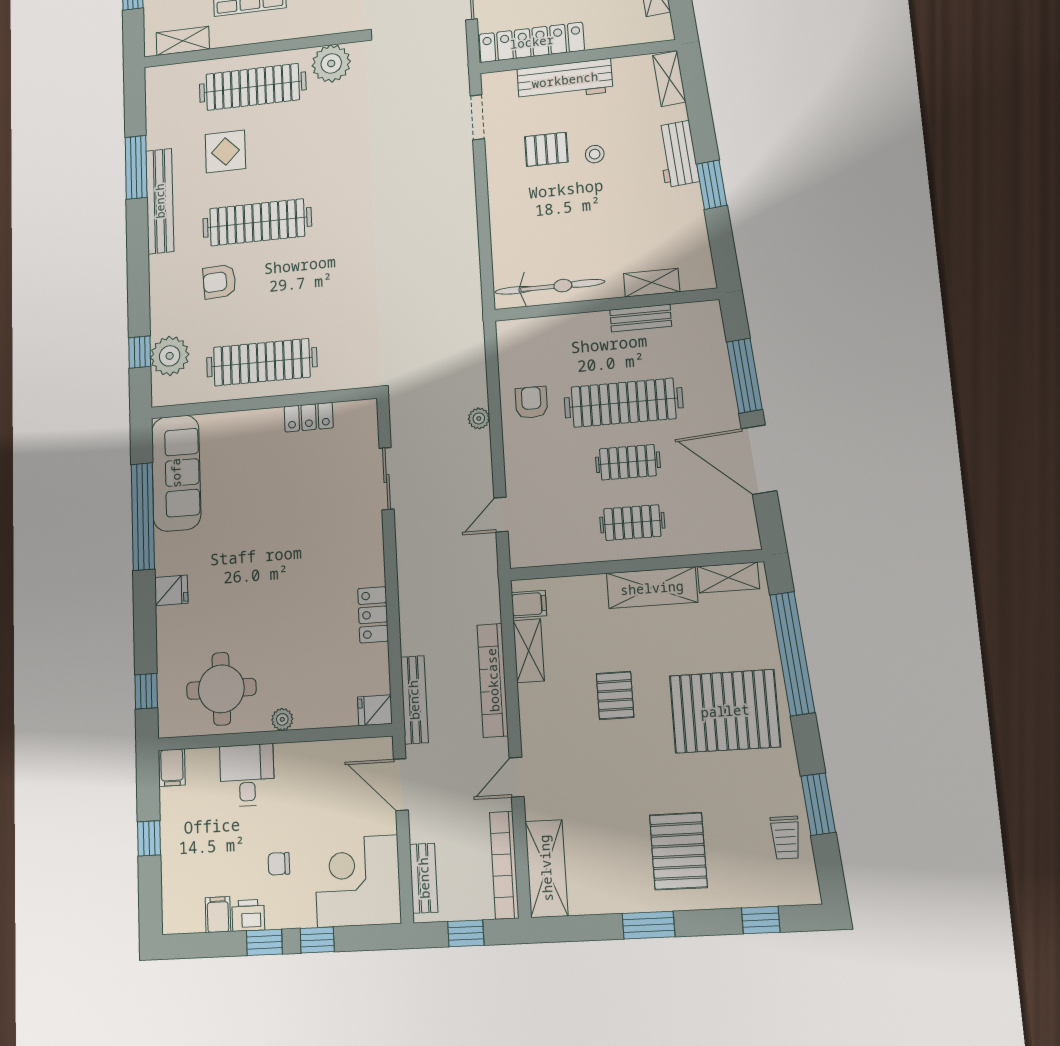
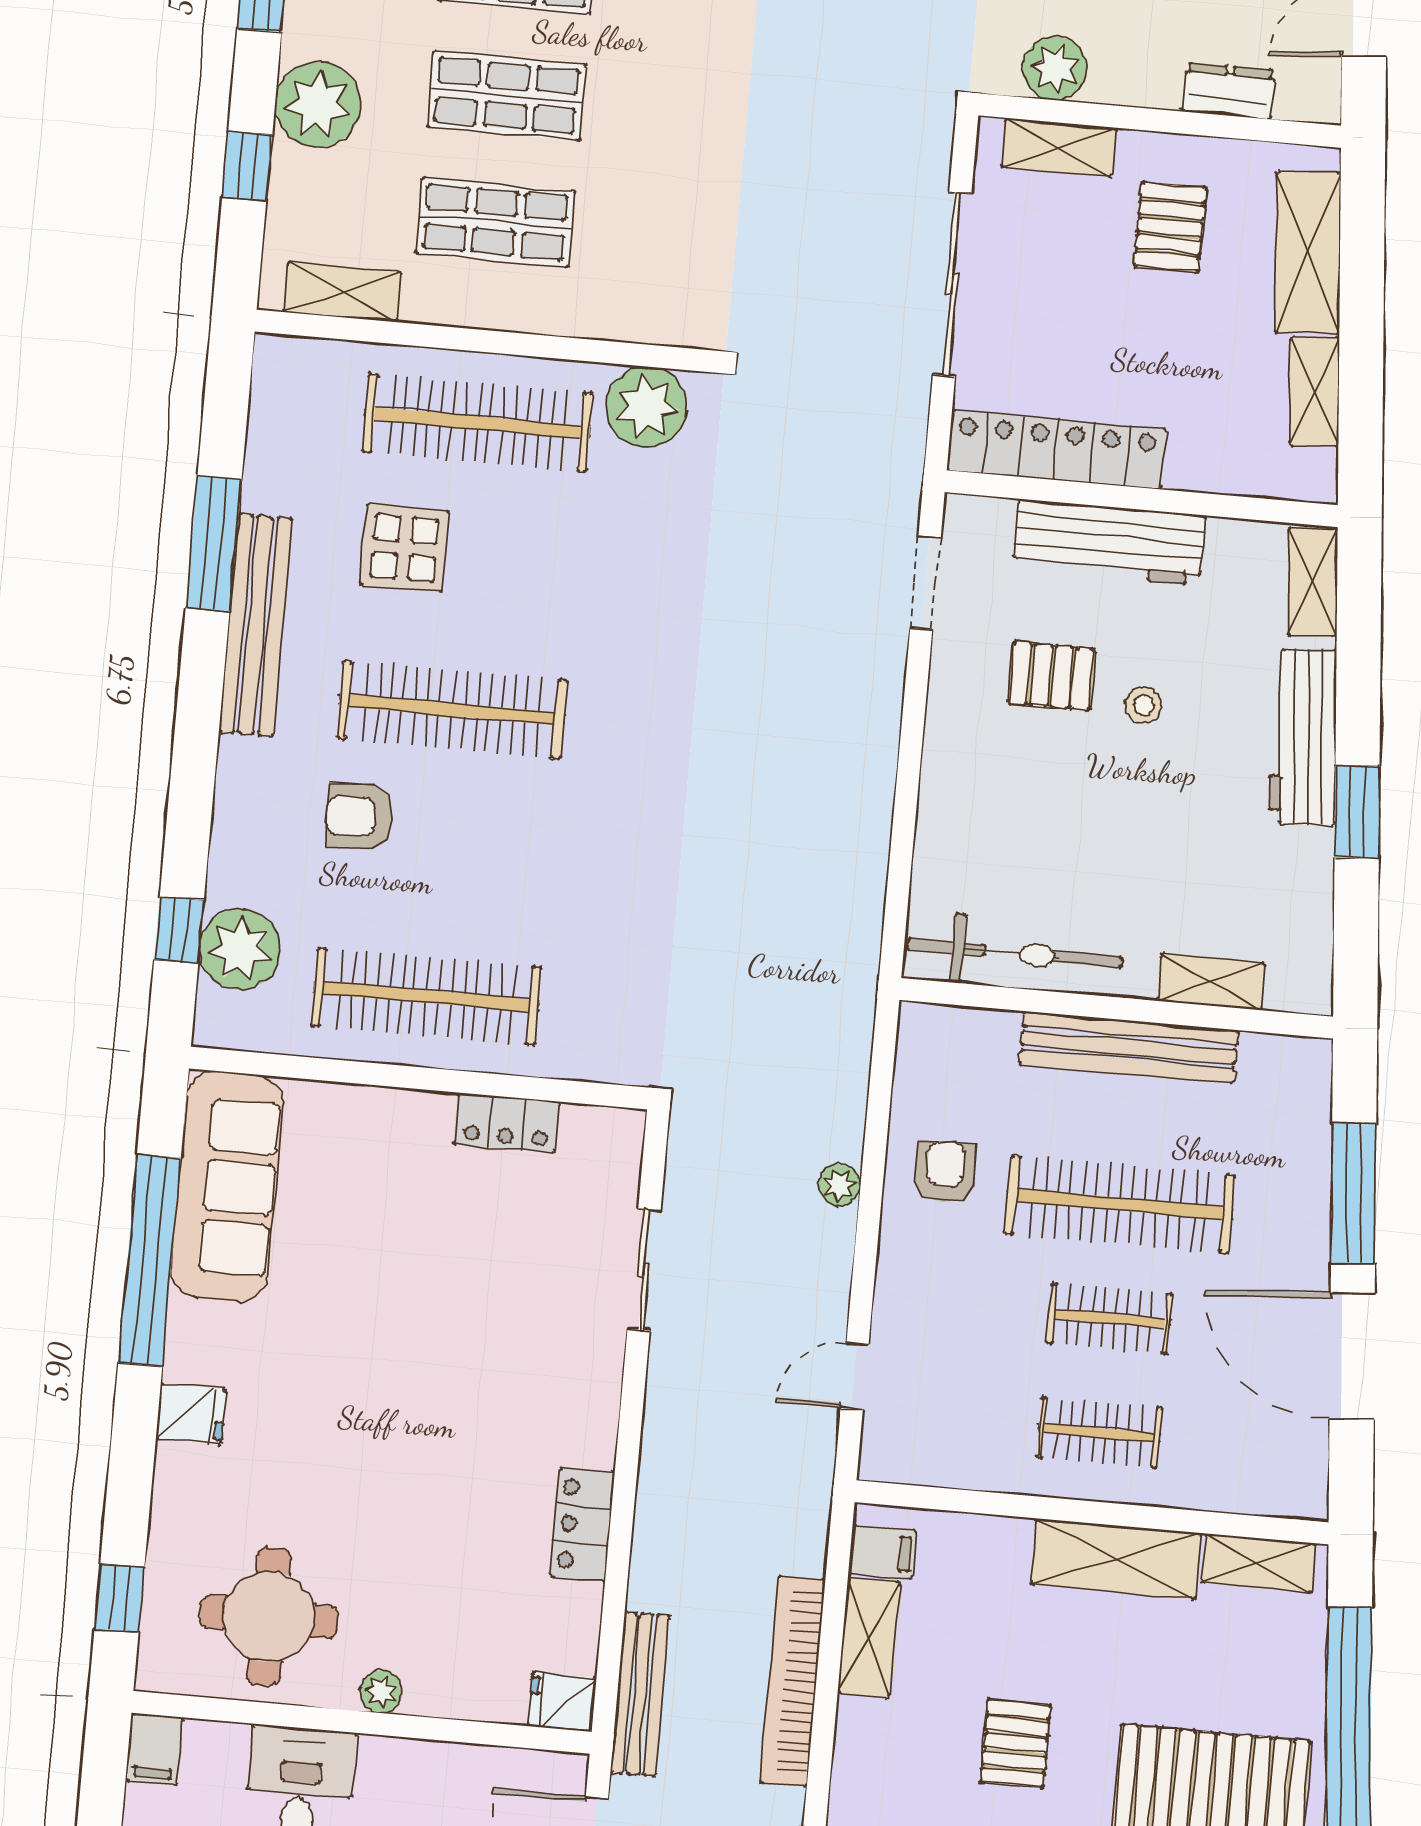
workbench: (678, 154) -> (1303, 737), width x1.37
bench: (641, 318) -> (1129, 1047), width x1.86, depth x1.21

